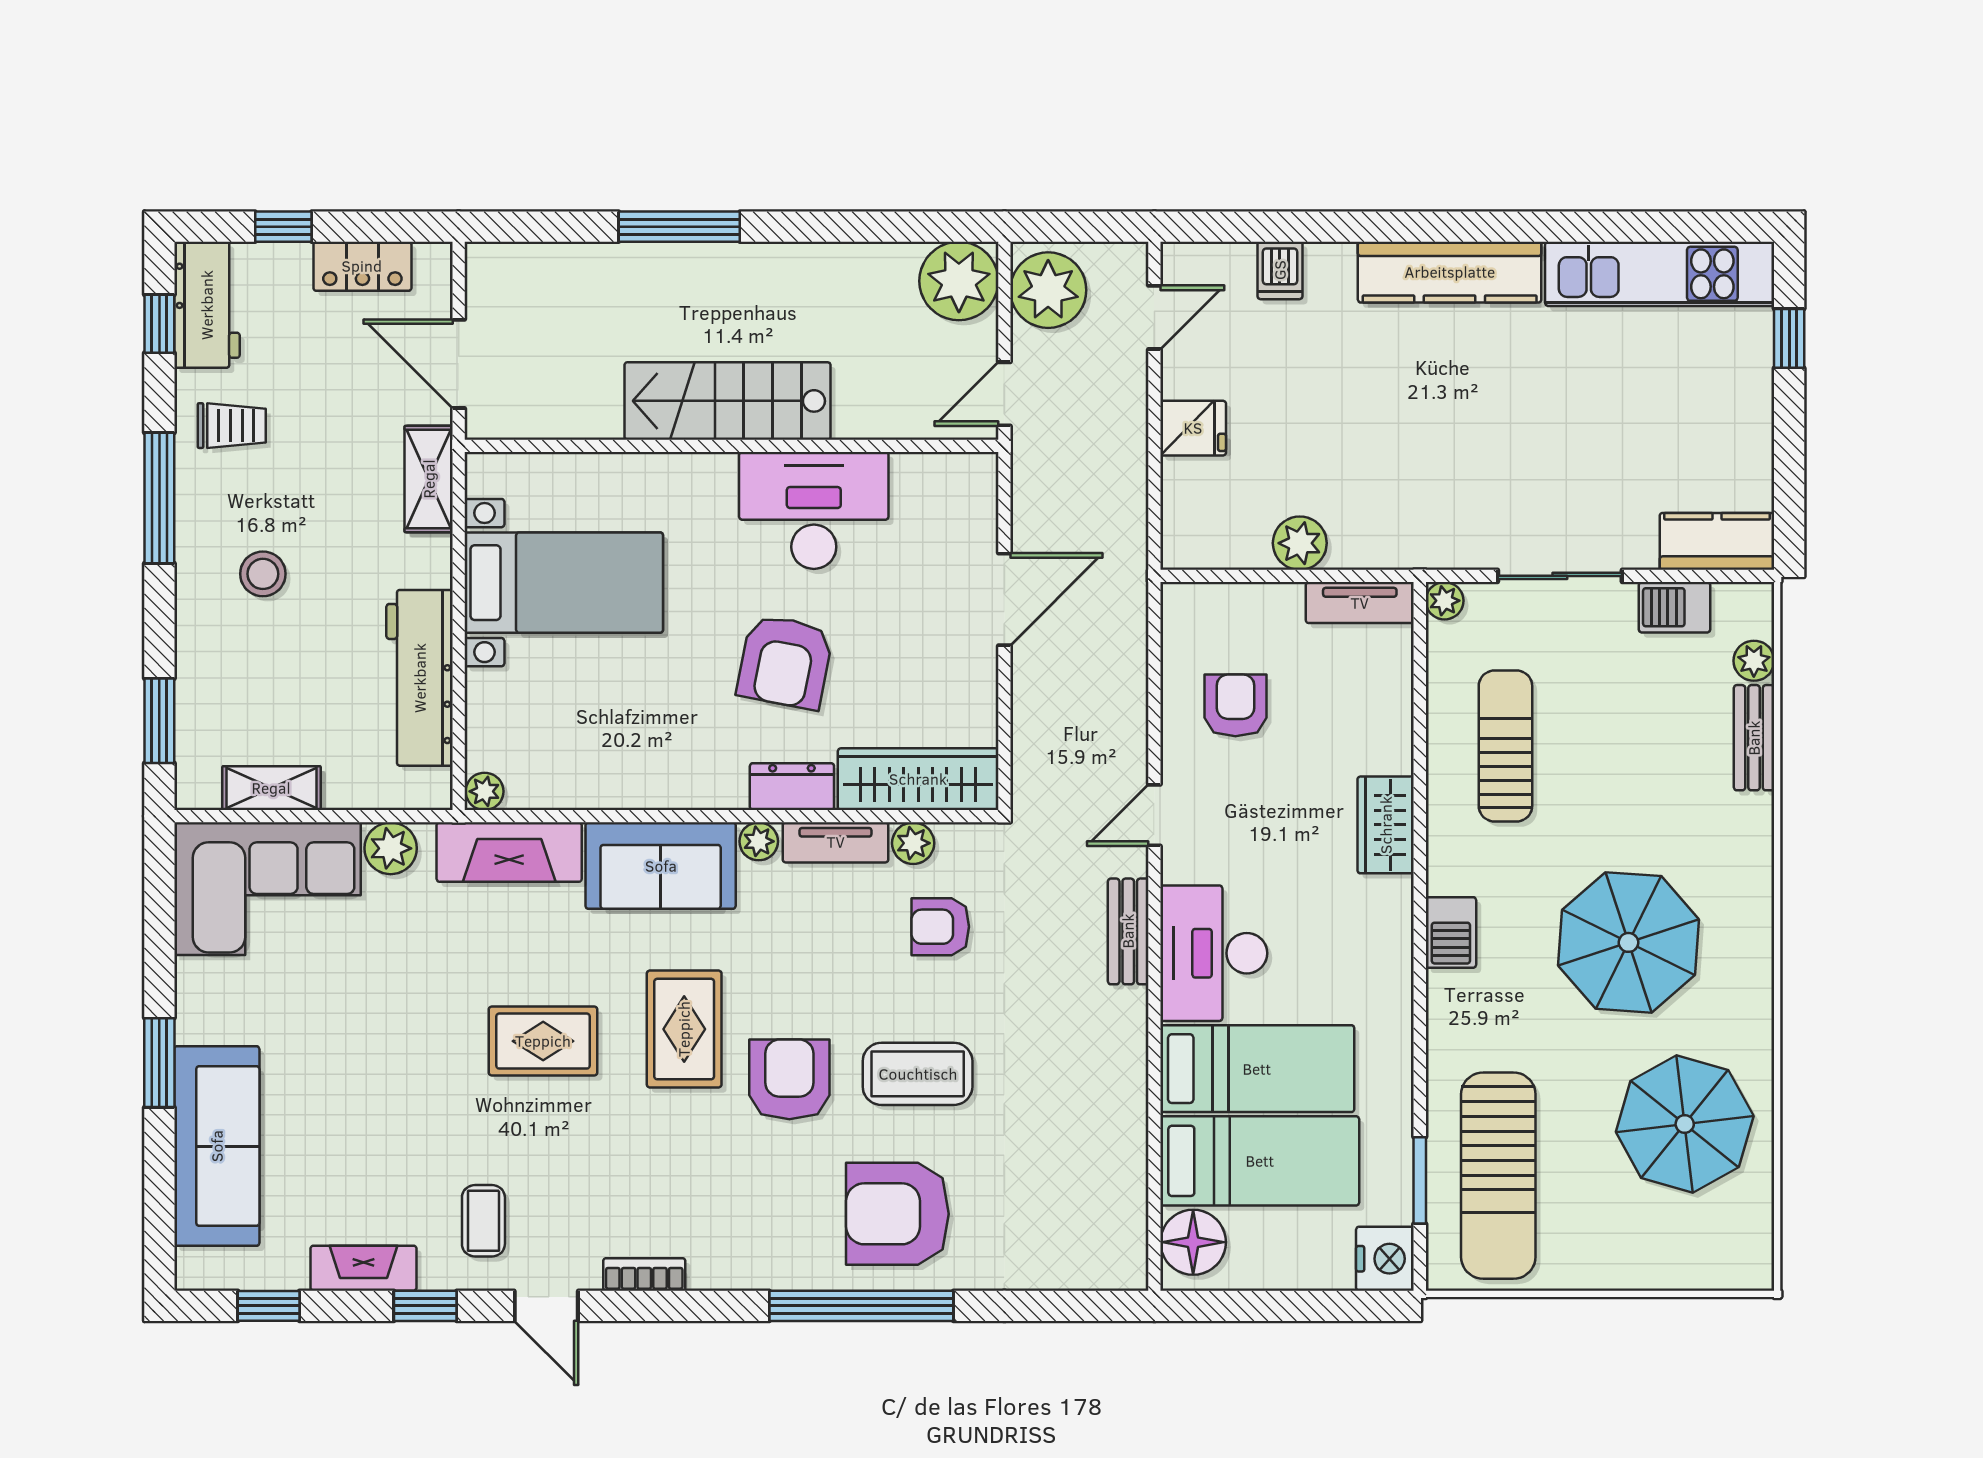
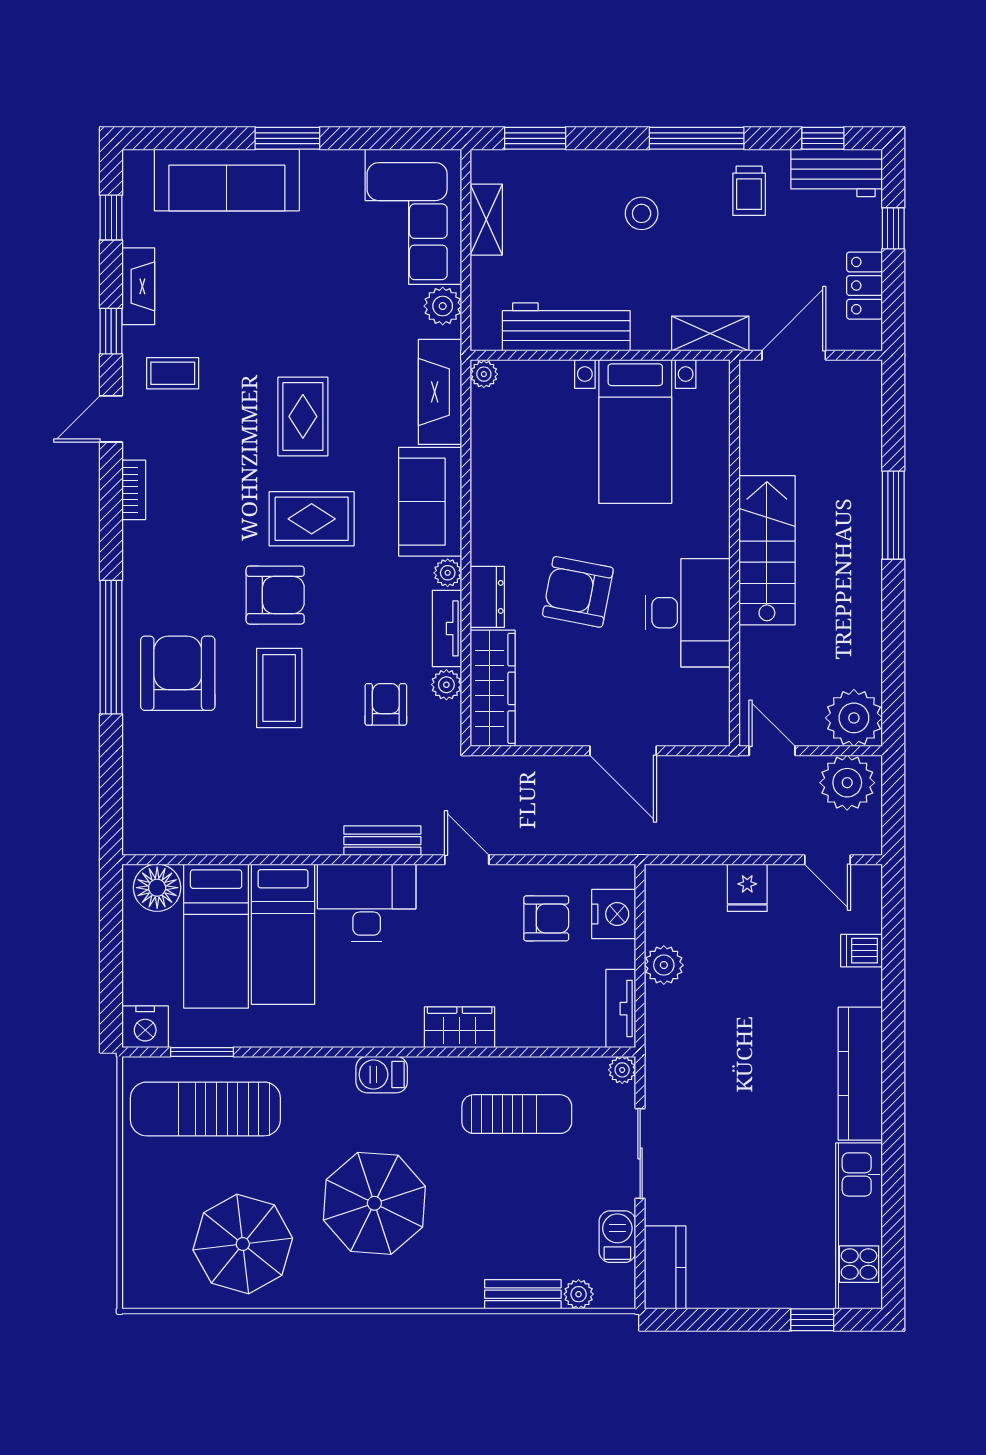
nightstand: (1229, 612) -> (614, 914), added

